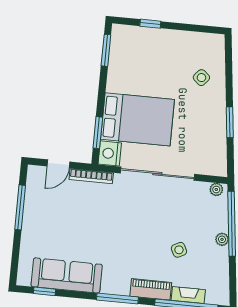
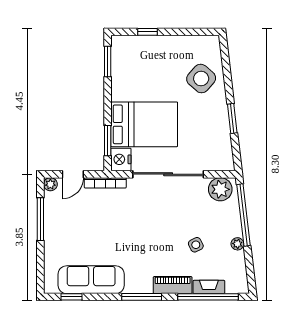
side table: (201, 78) -> (201, 79), width x1.87, depth x1.87
plant: (34, 172) -> (50, 184), added
plant: (216, 189) -> (220, 189), width x1.87, depth x1.87
plant: (222, 239) -> (237, 244), moved

